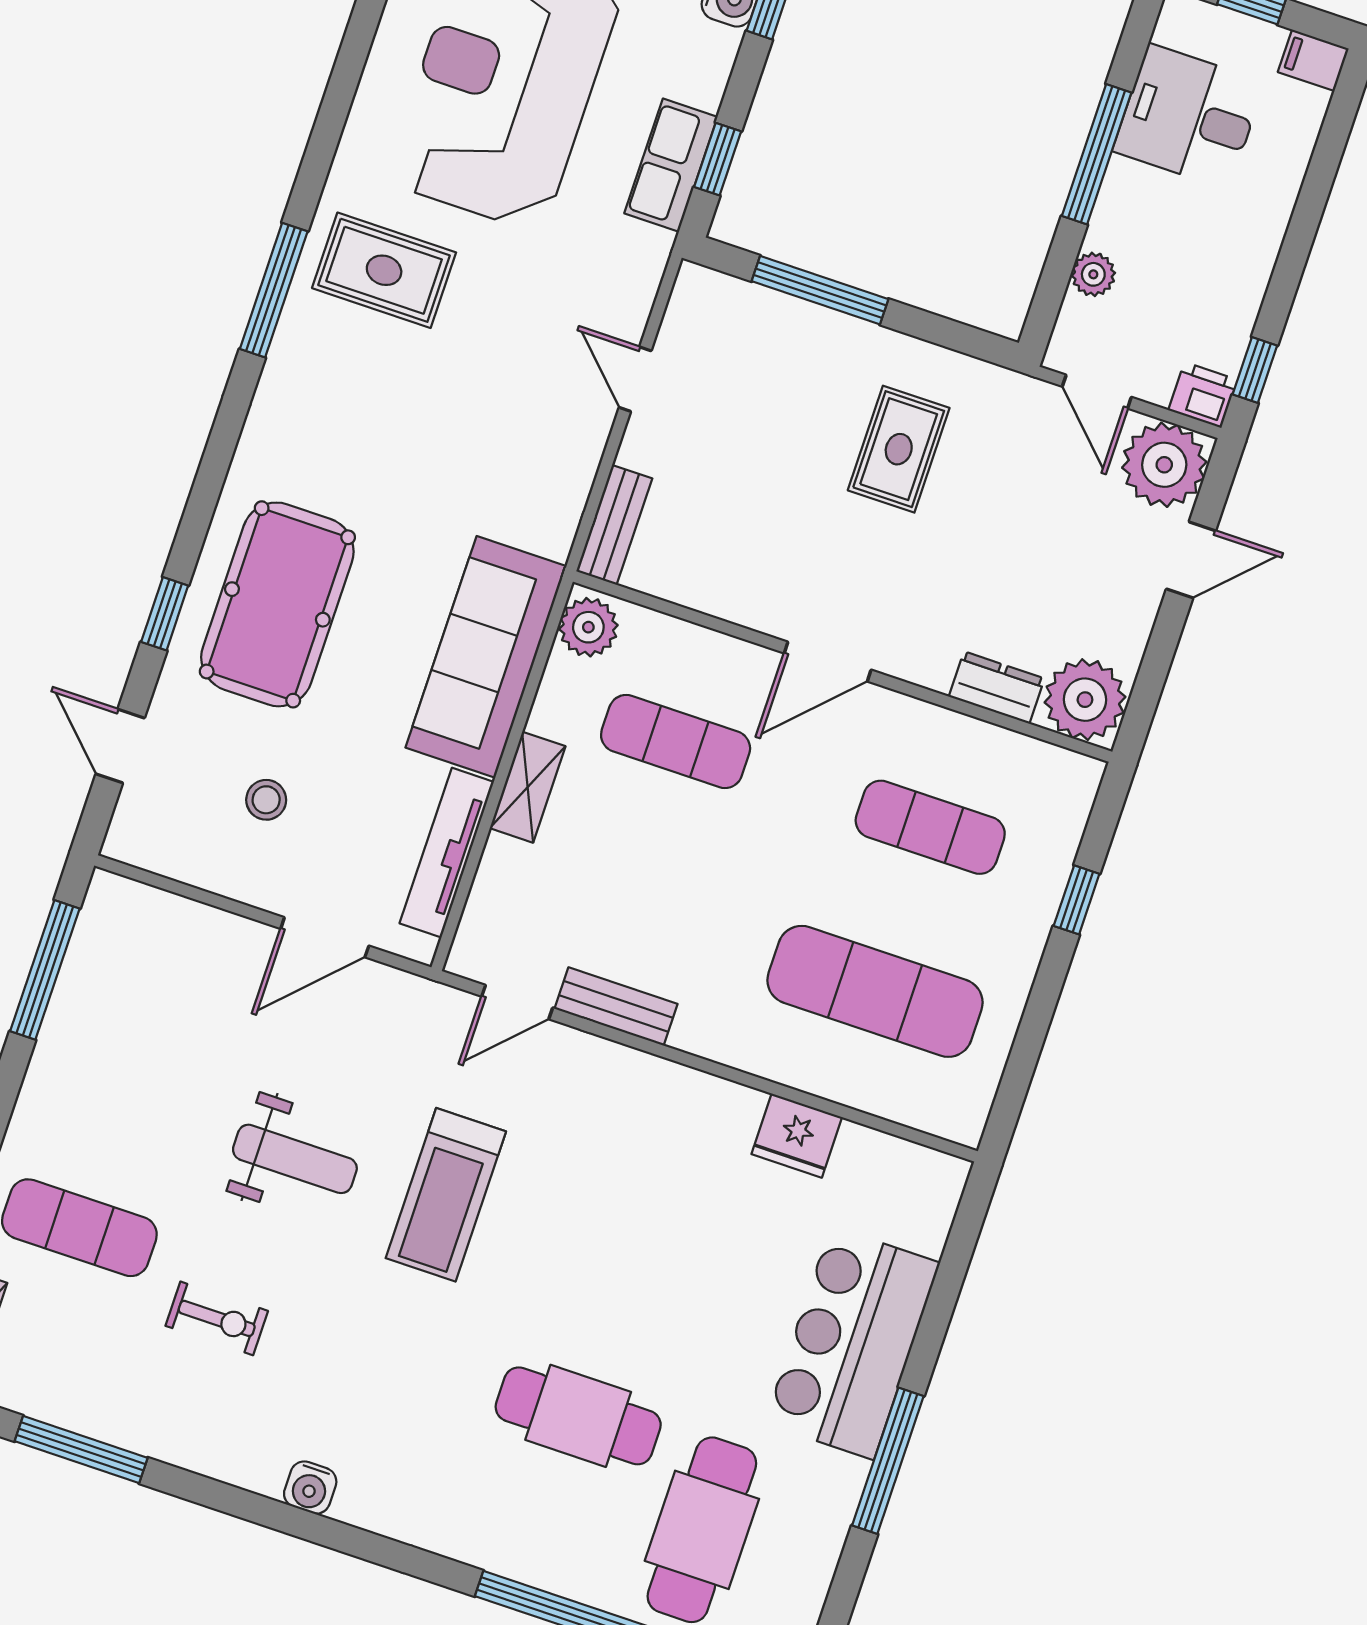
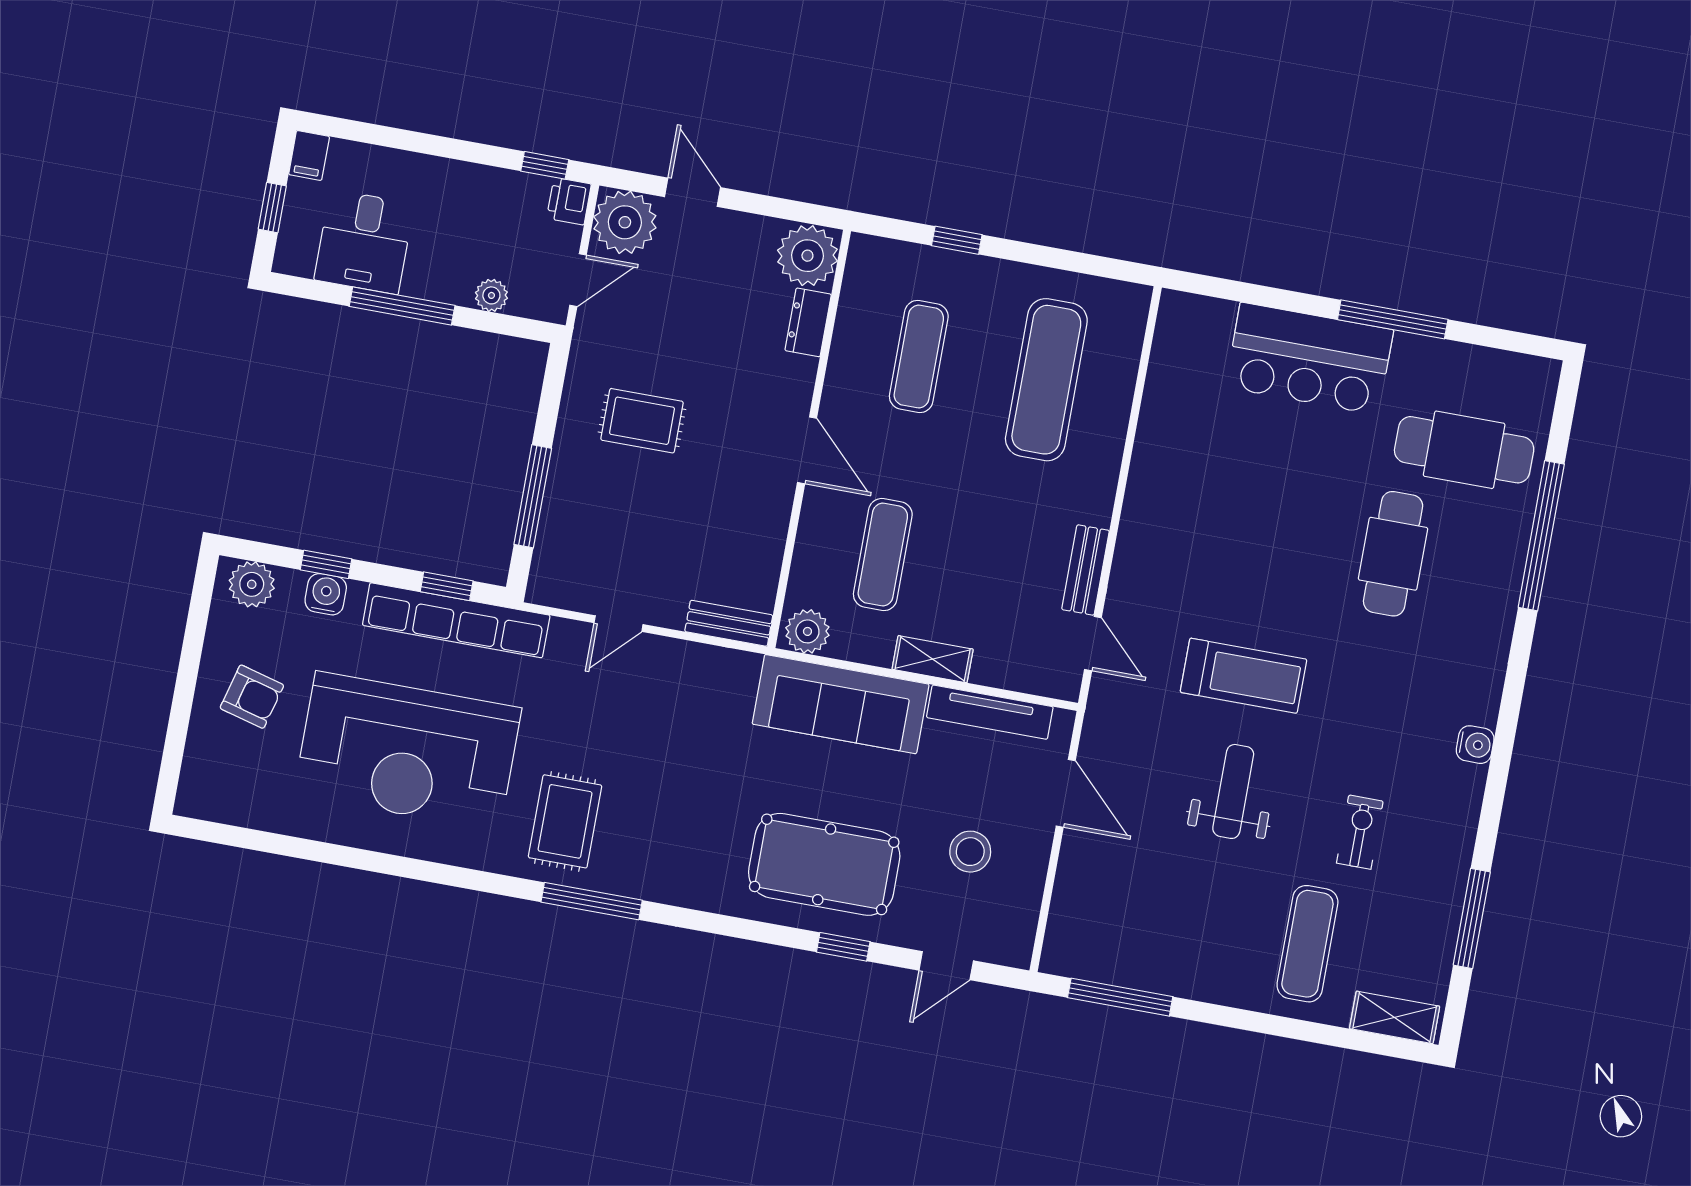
row of seats: (671, 165) -> (456, 620), width x2.02
stool: (266, 800) -> (970, 852), width x1.37, depth x1.37
fridge: (797, 1136) -> (1162, 422), removed

